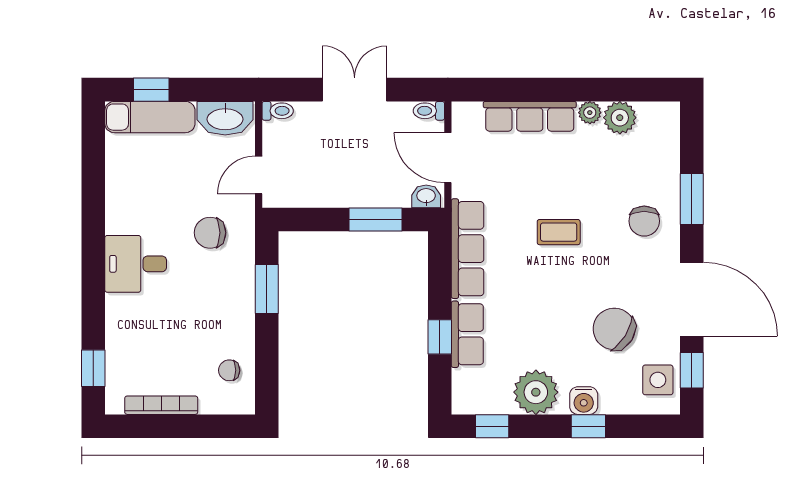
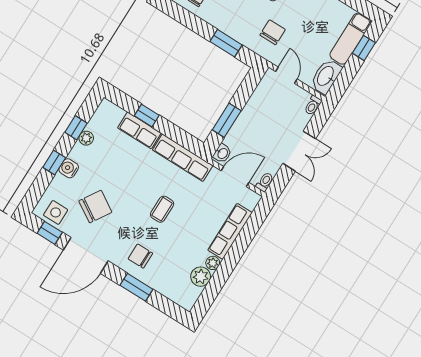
plant: (536, 392) -> (86, 138), width x0.53, depth x0.53
window: (492, 426) -> (76, 128), moved

